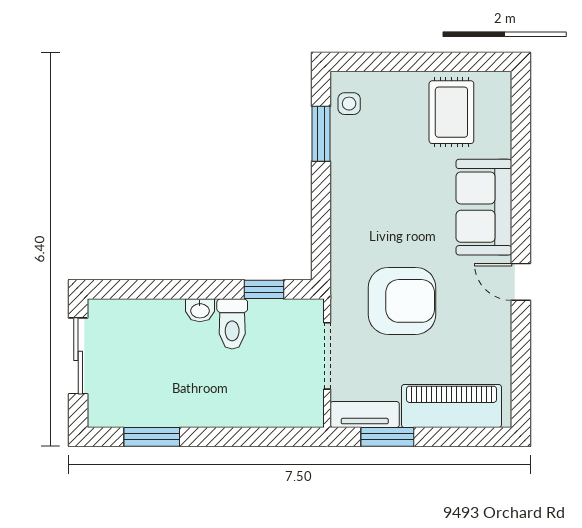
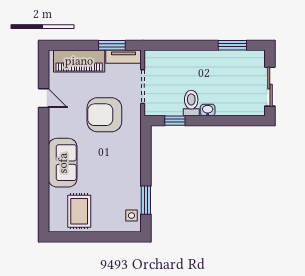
door: (521, 282) -> (44, 98), moved

